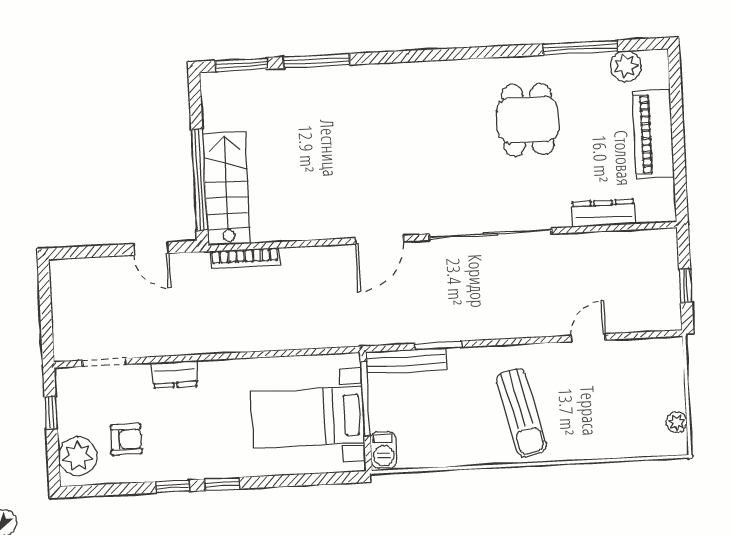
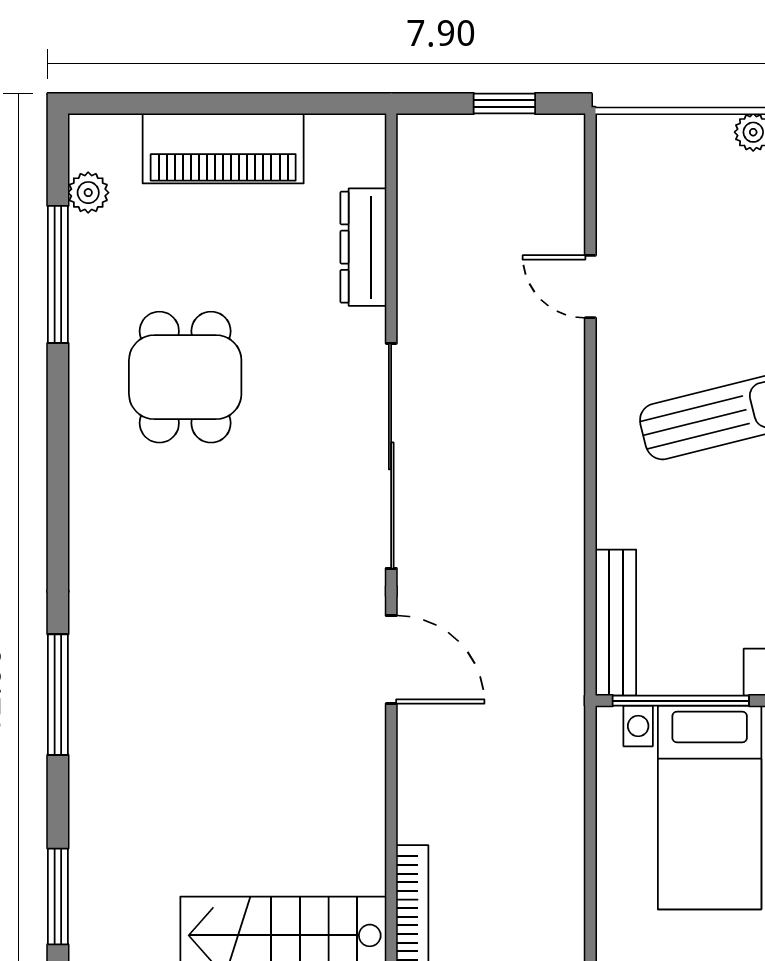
window: (316, 61) -> (58, 695), moved
plant: (626, 66) -> (88, 193), width x0.73, depth x0.73
dining table: (528, 120) -> (185, 377), turned 90
window: (438, 345) -> (590, 562), removed

